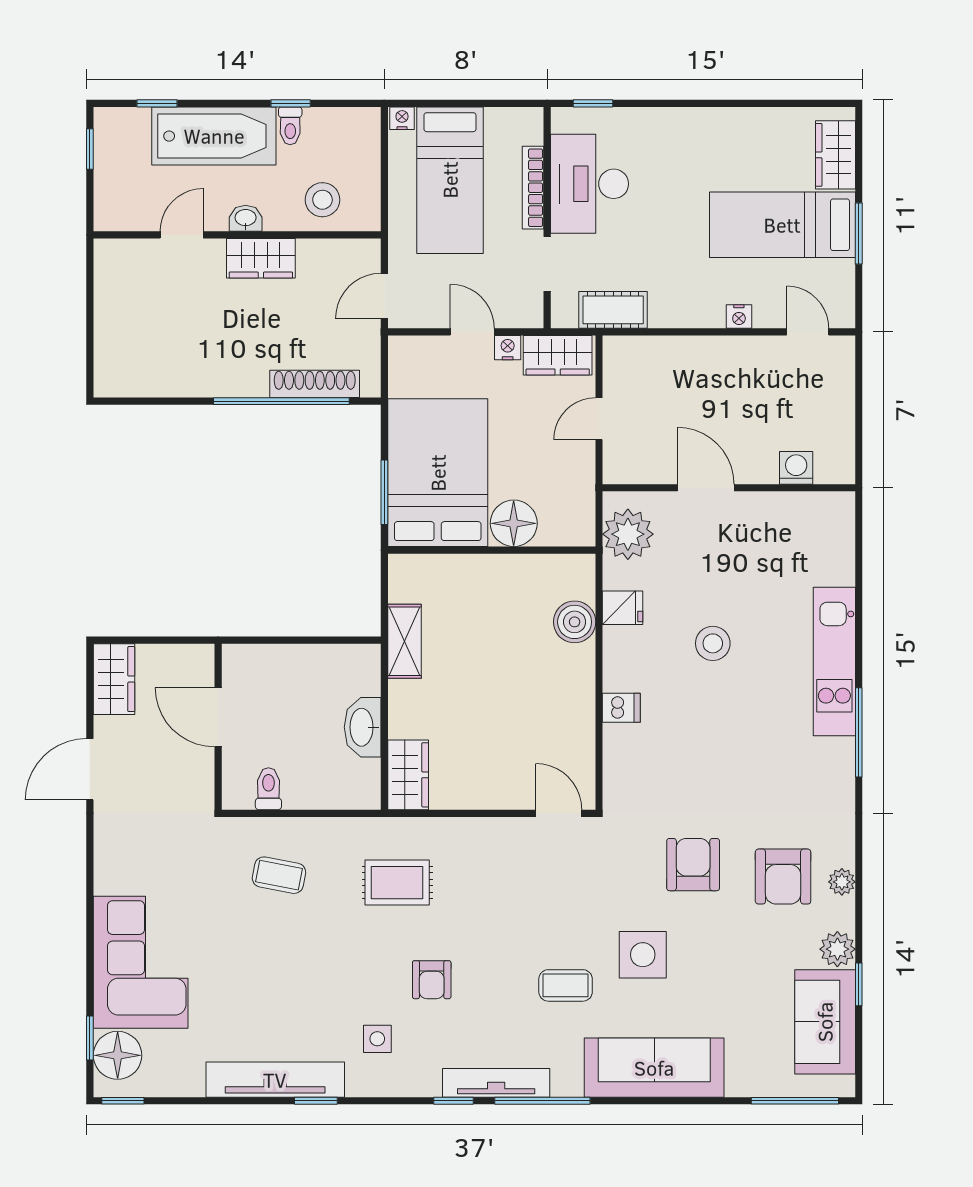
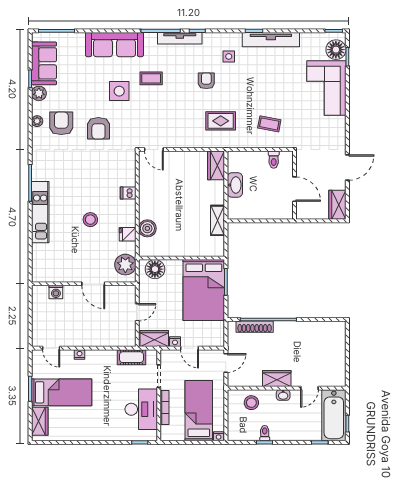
bathtub: (214, 136) -> (334, 415), moved, turned -90
floor lamp: (514, 523) -> (155, 269), moved

